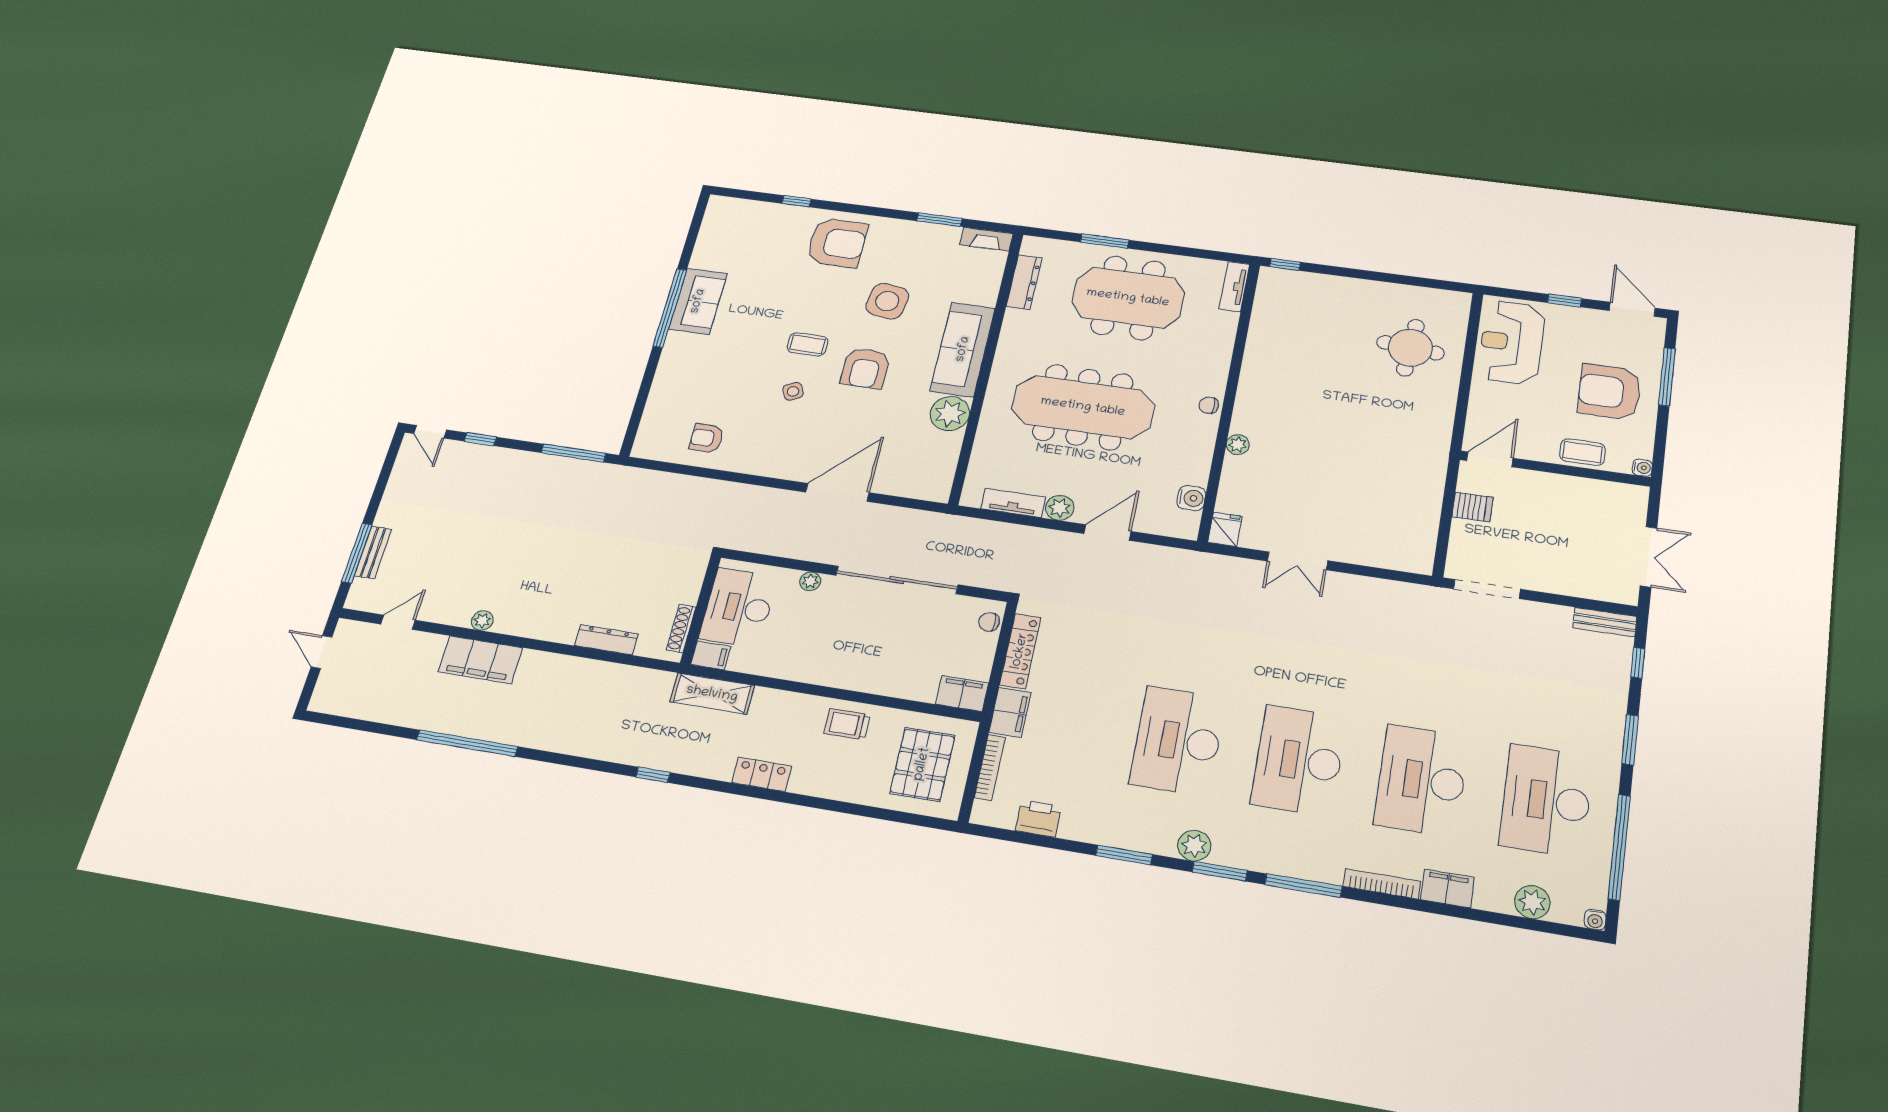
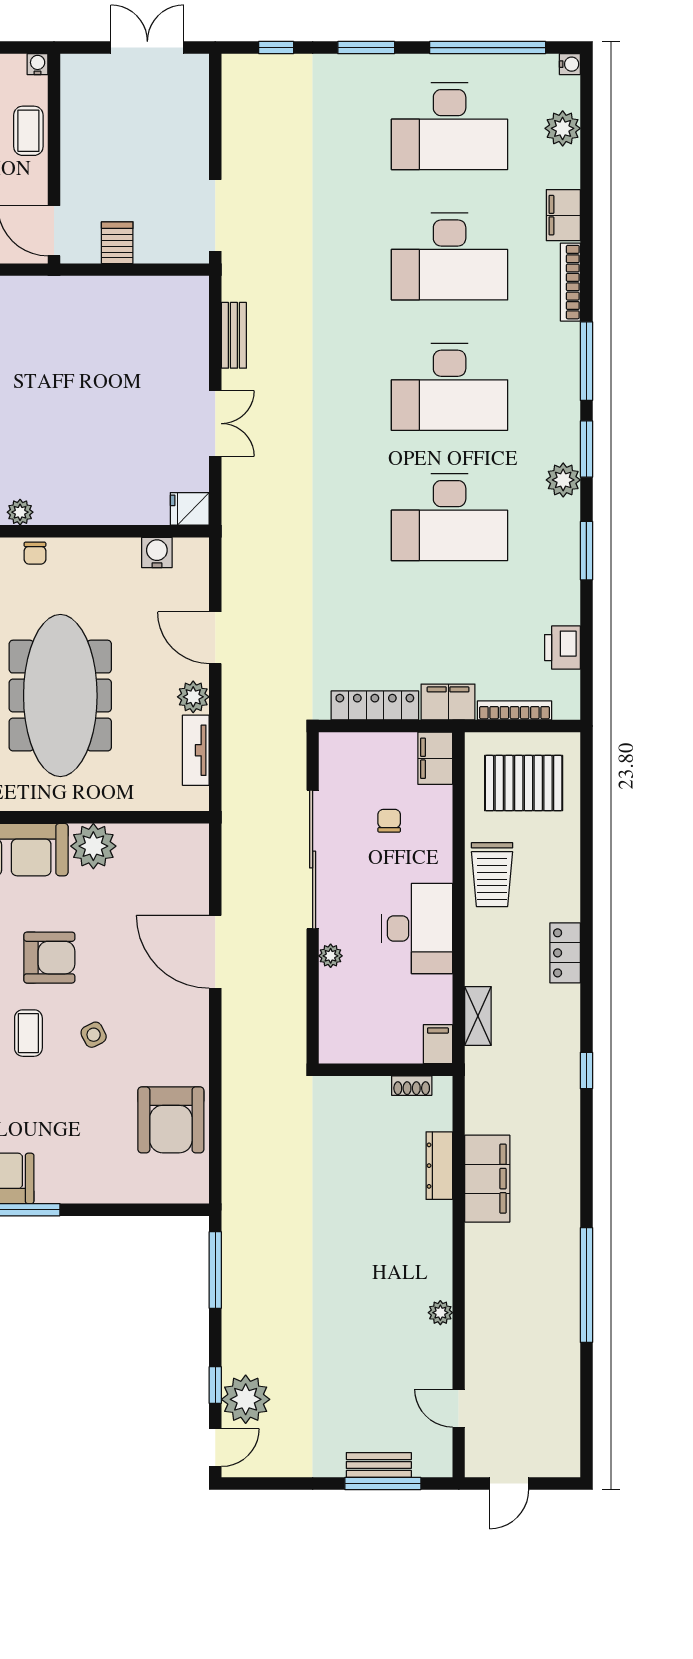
armchair: (707, 438) -> (171, 1120), width x1.88, depth x1.88
plant: (1238, 445) -> (20, 512), moved
plant: (461, 460) -> (246, 1399), added
desk: (738, 608) -> (417, 928), moved, turned -90
chair: (989, 622) -> (389, 821), moved, turned 180
bench: (1605, 622) -> (234, 335), moved
shoe rack: (681, 628) -> (412, 1086), width x0.70
filing cabinet: (480, 660) -> (487, 1179), moved
shelving: (712, 694) -> (478, 1016), width x0.67, depth x0.75
trolley: (847, 724) -> (492, 875), width x1.36, depth x1.39

